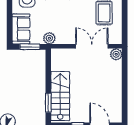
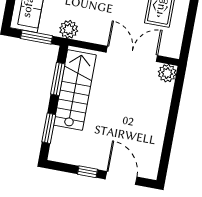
window: (48, 71) -> (58, 79), added
stairs: (60, 96) -> (75, 90), moved

